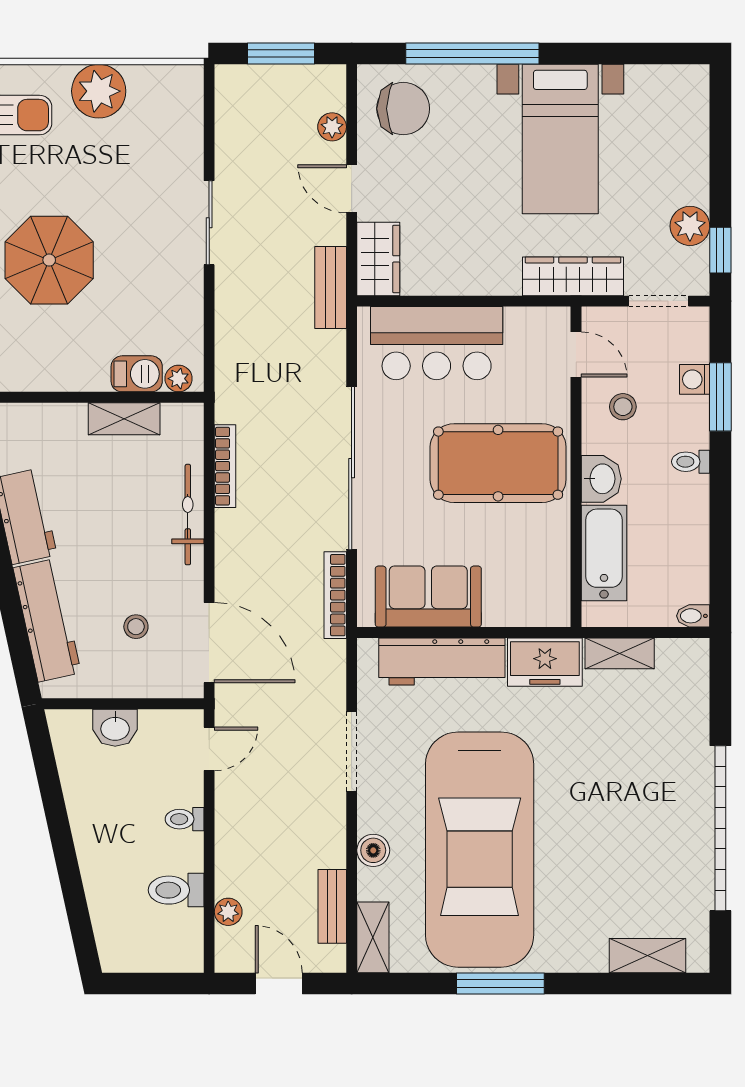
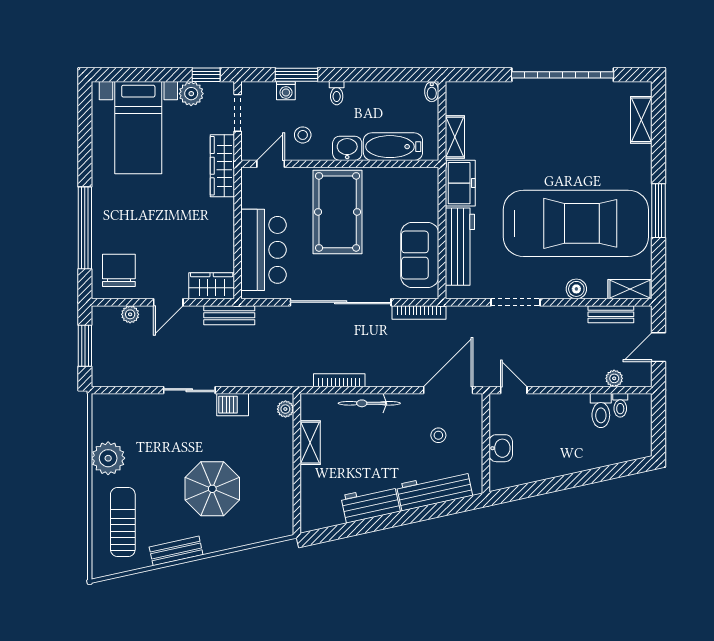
bed with nightstands: (560, 139) -> (138, 128), moved, turned 90
barbecue: (137, 374) -> (233, 405), moved, turned -90
toilet: (185, 819) -> (620, 405), moved

